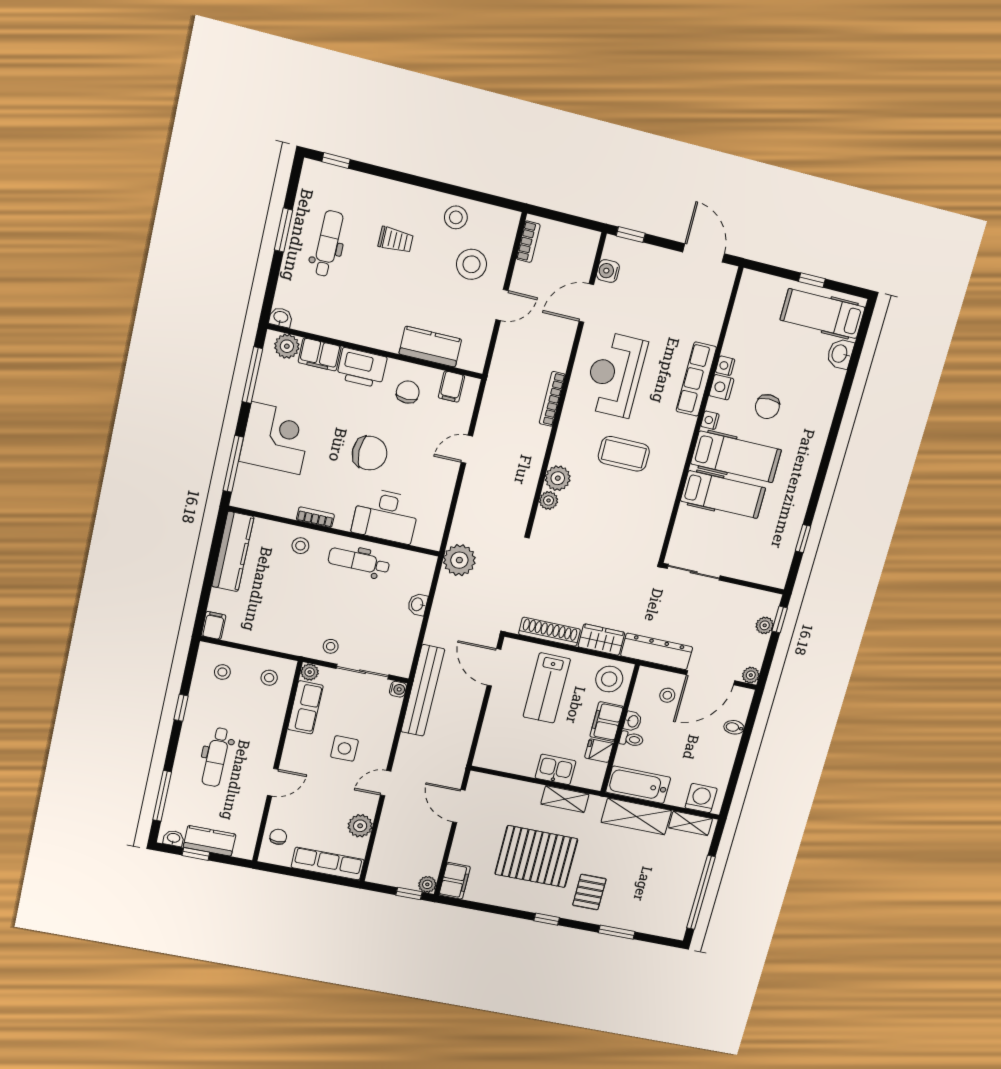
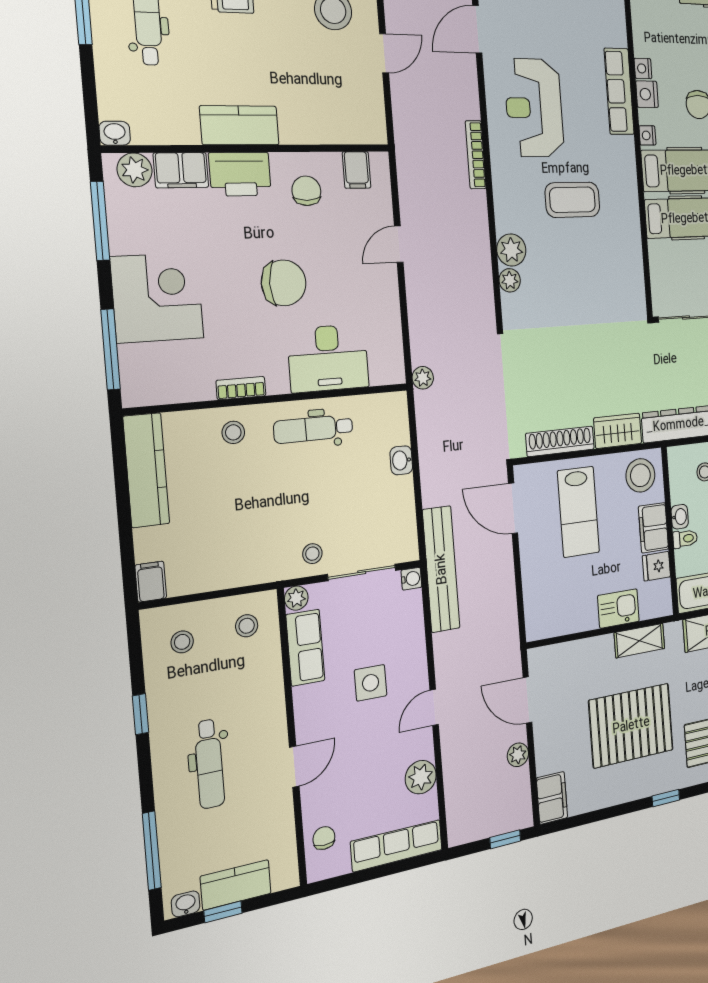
kitchen counter: (430, 347) -> (240, 125), moved
plant: (459, 560) -> (423, 378), width x0.53, depth x0.53
plant: (427, 884) -> (518, 755), moved

